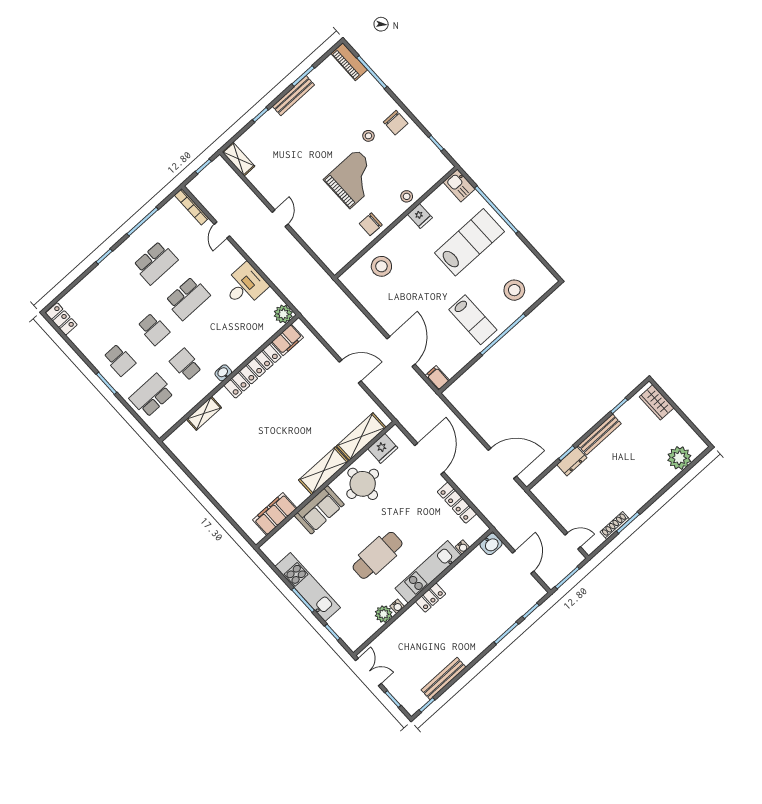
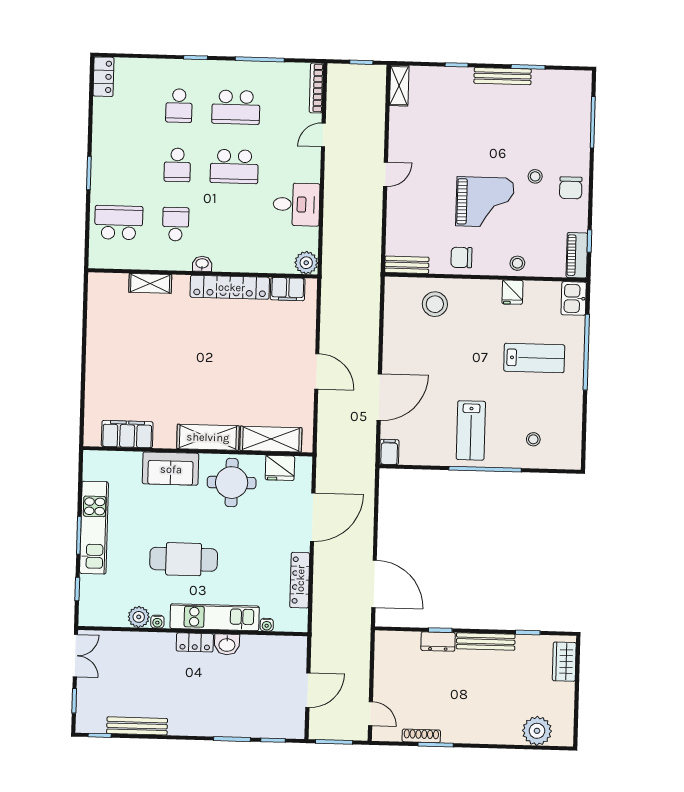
piano: (349, 62) -> (577, 255), moved
lab bench: (469, 242) -> (534, 358), width x0.73, depth x0.72
bench: (343, 259) -> (407, 265), added
stool: (514, 290) -> (533, 439), width x0.53, depth x0.53
school desk: (119, 360) -> (179, 106), moved
washbasin: (491, 544) -> (227, 644), moved

